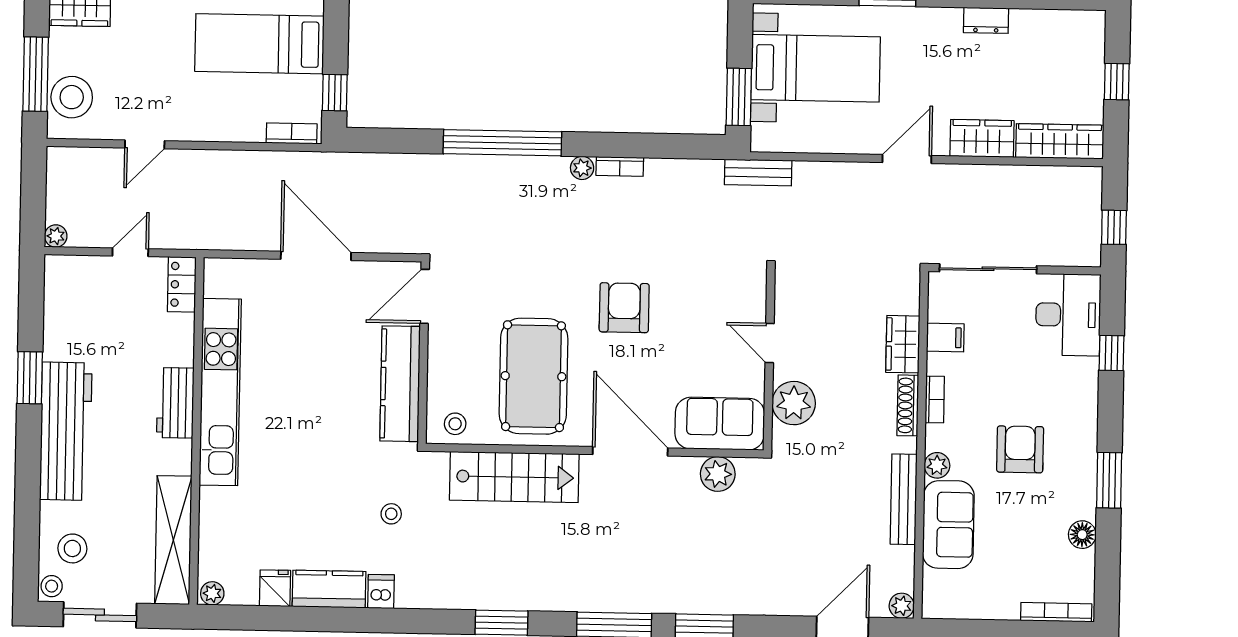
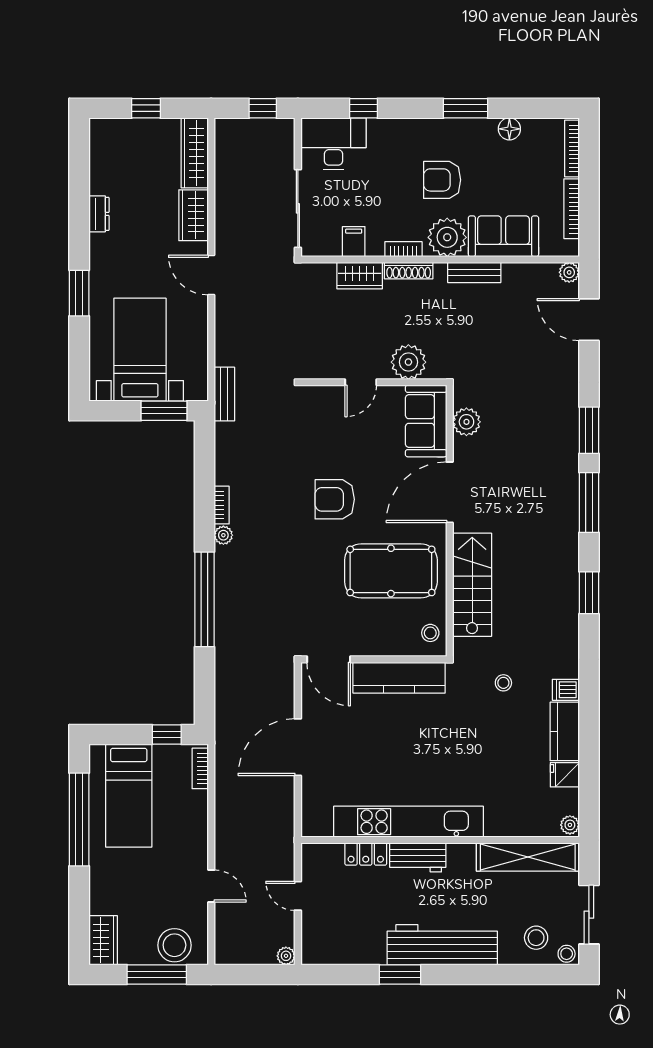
locker: (182, 284) -> (366, 854), moved
plant: (937, 465) -> (447, 237), width x1.88, depth x1.88
bench: (904, 499) -> (474, 272), width x0.73
bookcase: (981, 610) -> (572, 209), added

